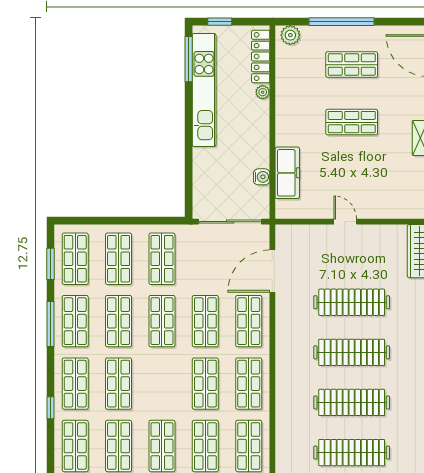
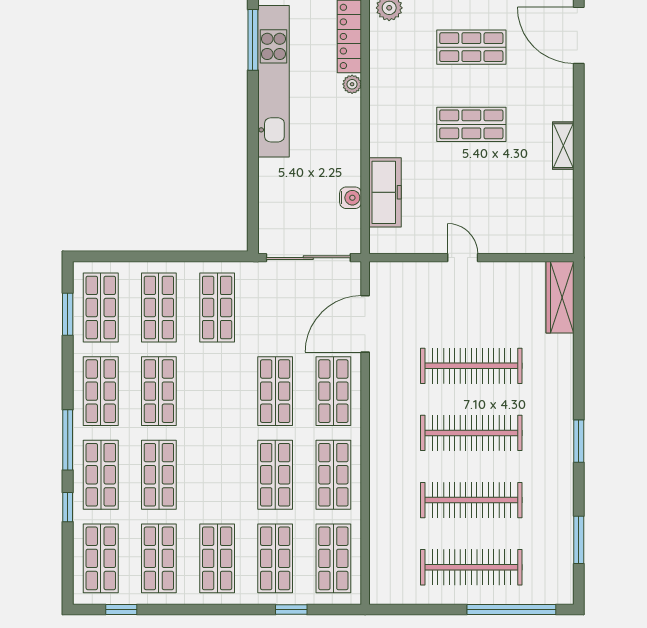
shop shelf: (162, 321) -> (217, 391), removed
window: (50, 324) -> (68, 440), moved

